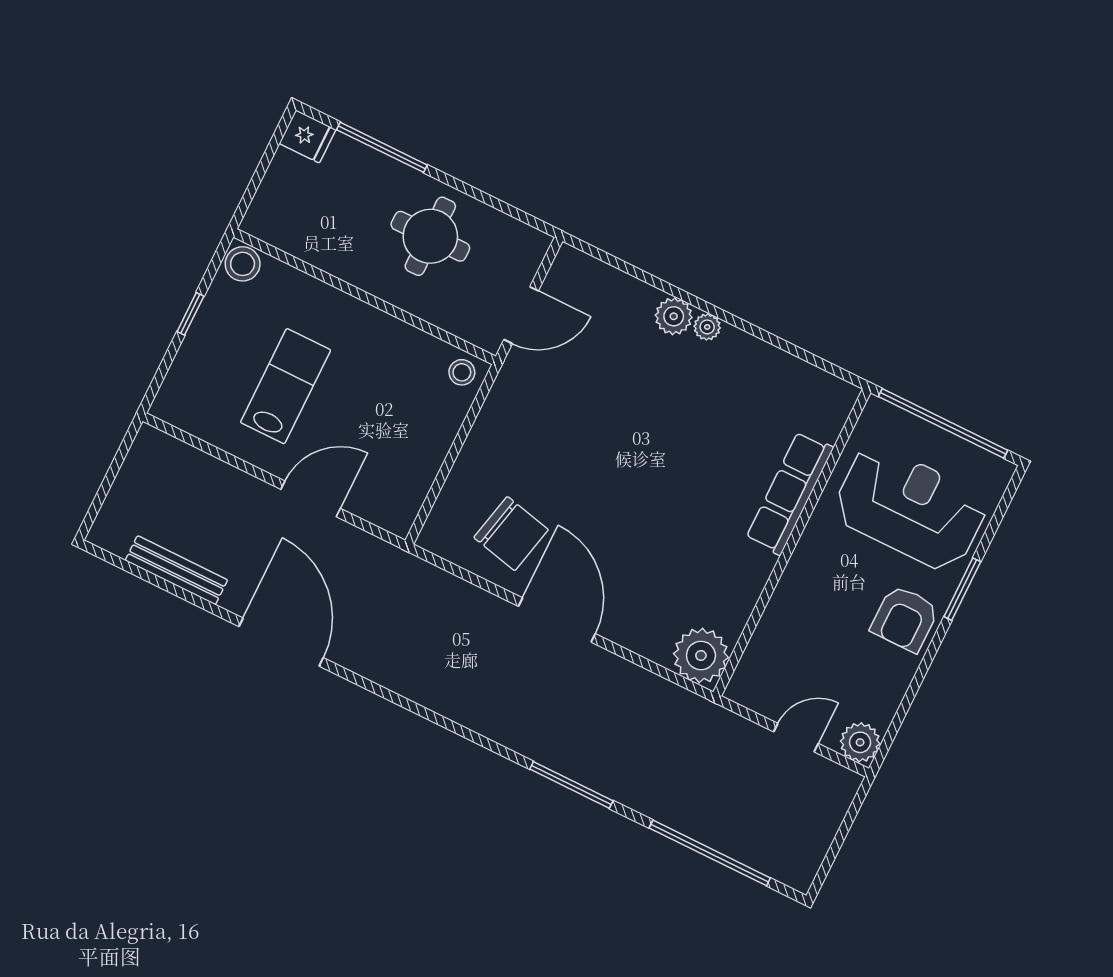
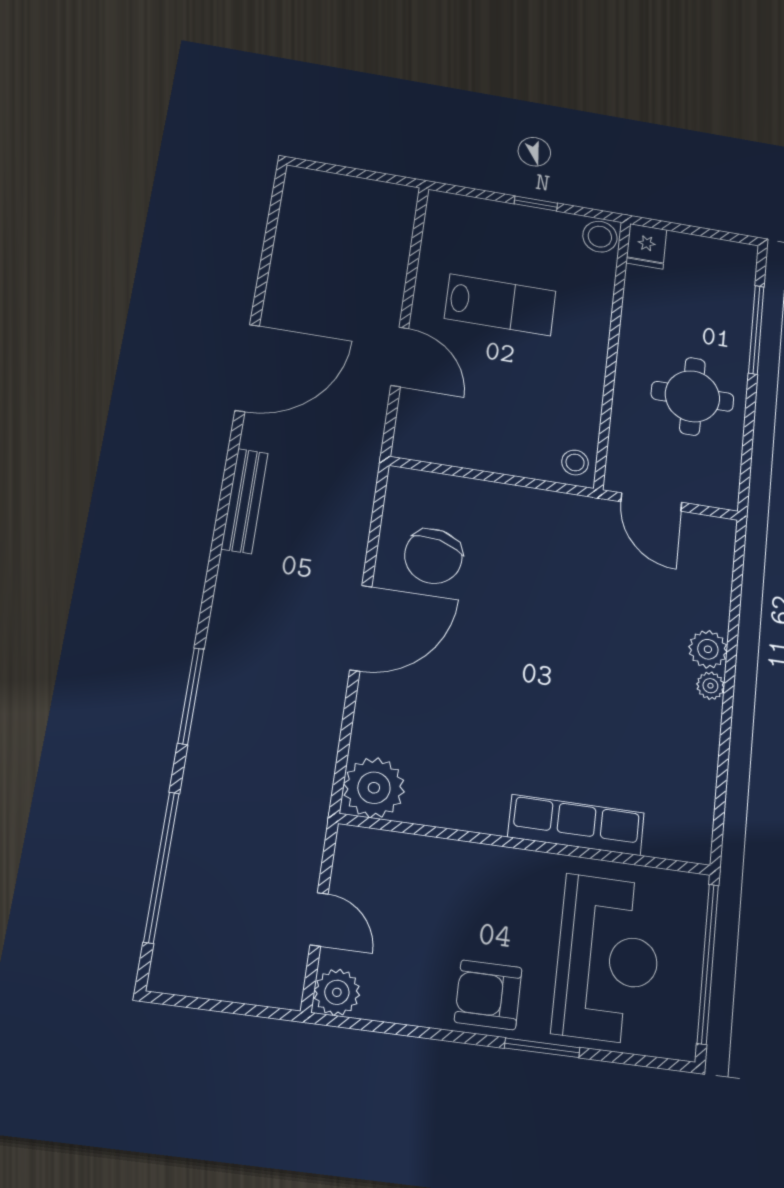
fridge: (308, 136) -> (646, 246), moved
bench: (176, 570) -> (245, 501), moved

